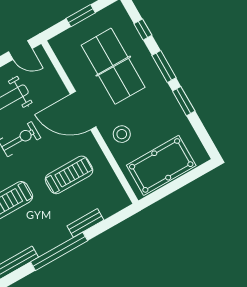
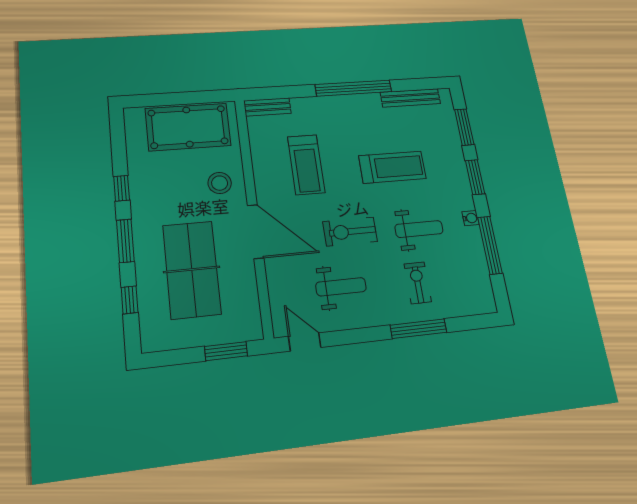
window: (81, 16) -> (226, 351), moved
window: (184, 101) -> (122, 188), width x0.67
treadmill: (69, 175) -> (306, 165), turned -90
bench: (85, 223) -> (267, 107), moved

